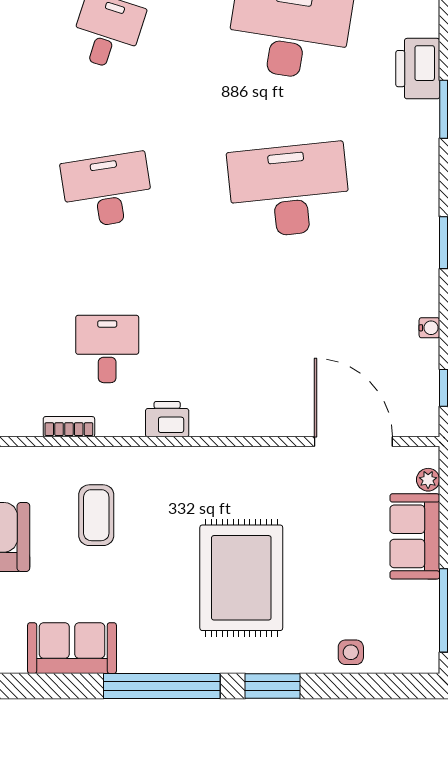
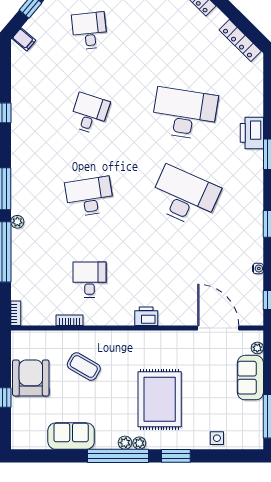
desk: (289, 190) -> (185, 197), turned 30
printer: (167, 419) -> (146, 316), moved
coffee table: (96, 515) -> (84, 367), turned -60
plant: (175, 661) -> (125, 443), added
plant: (202, 662) -> (139, 443), added

